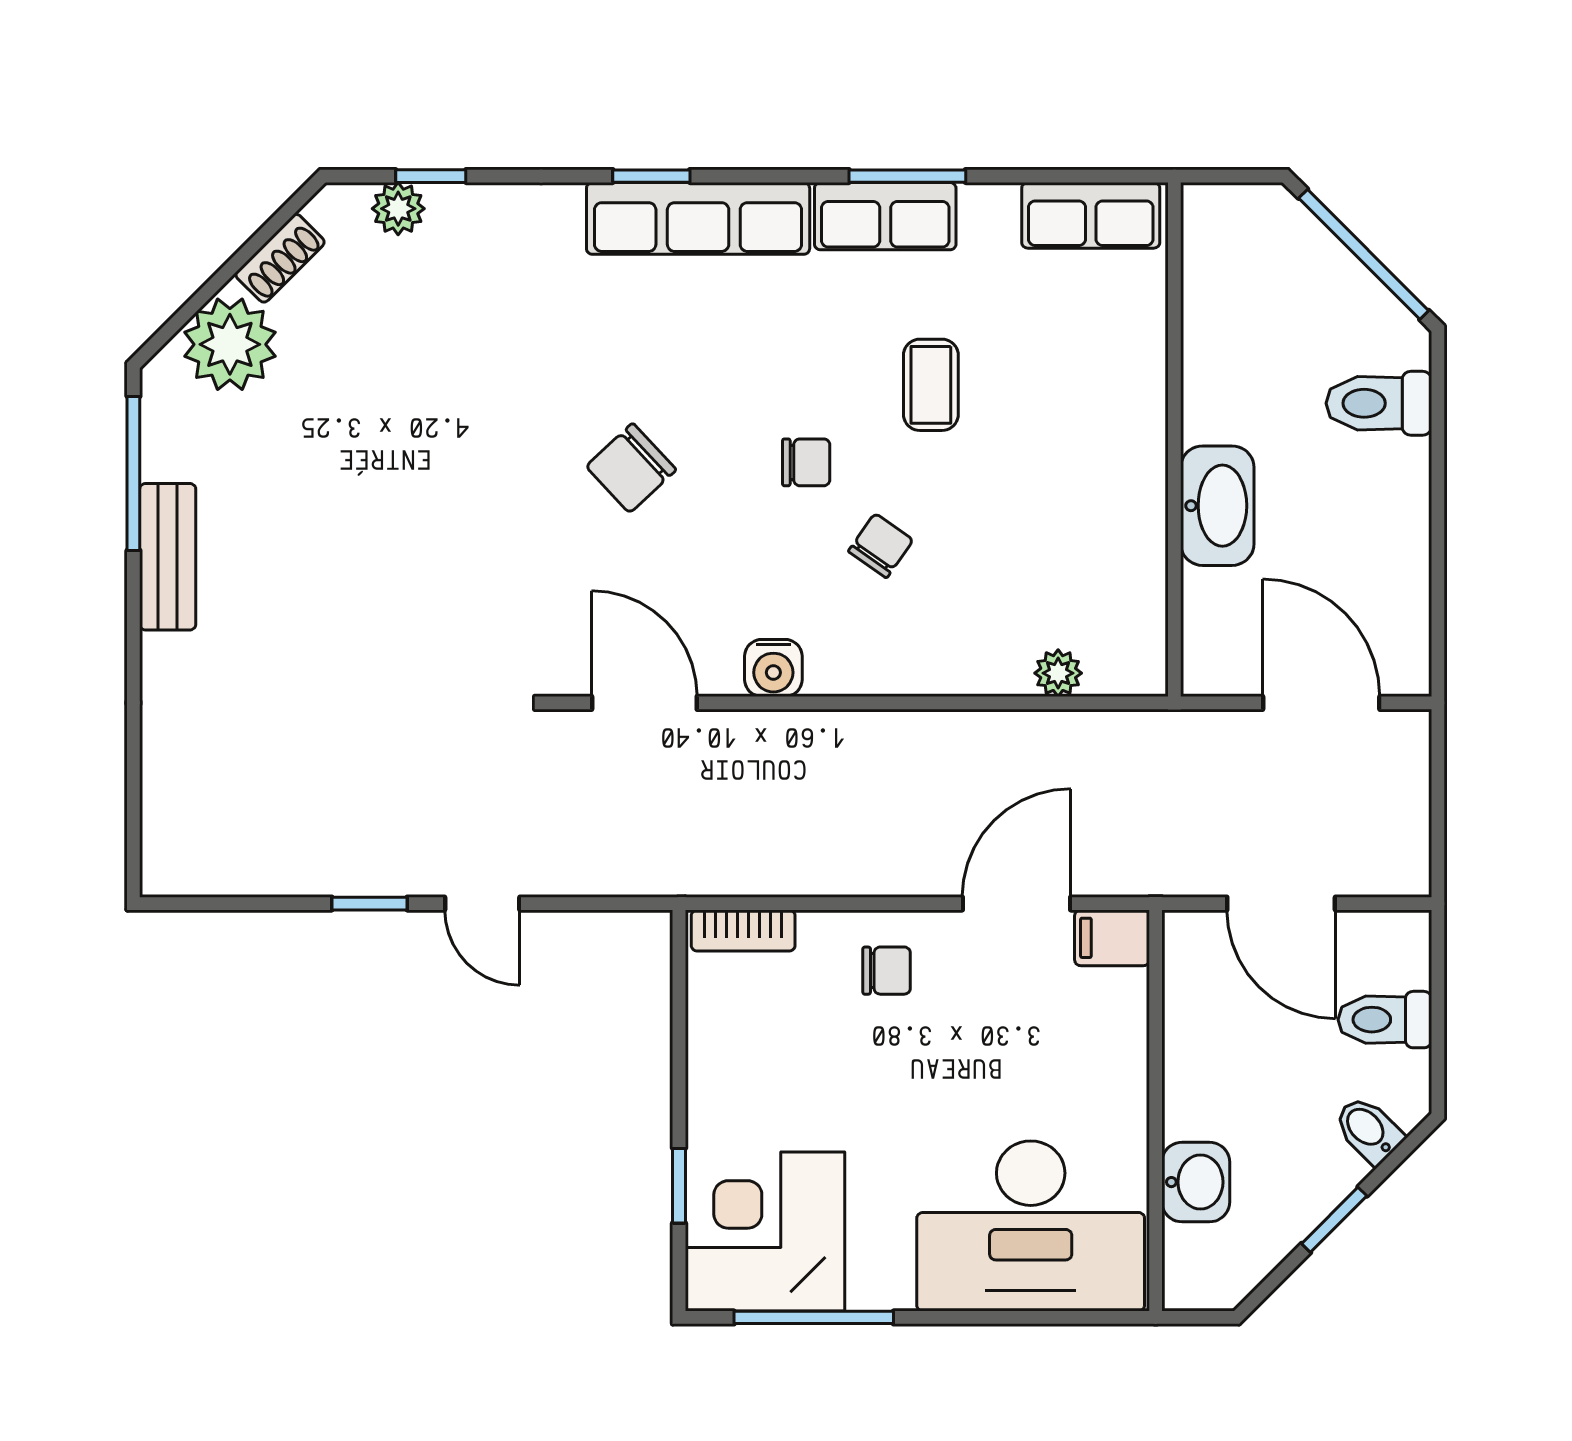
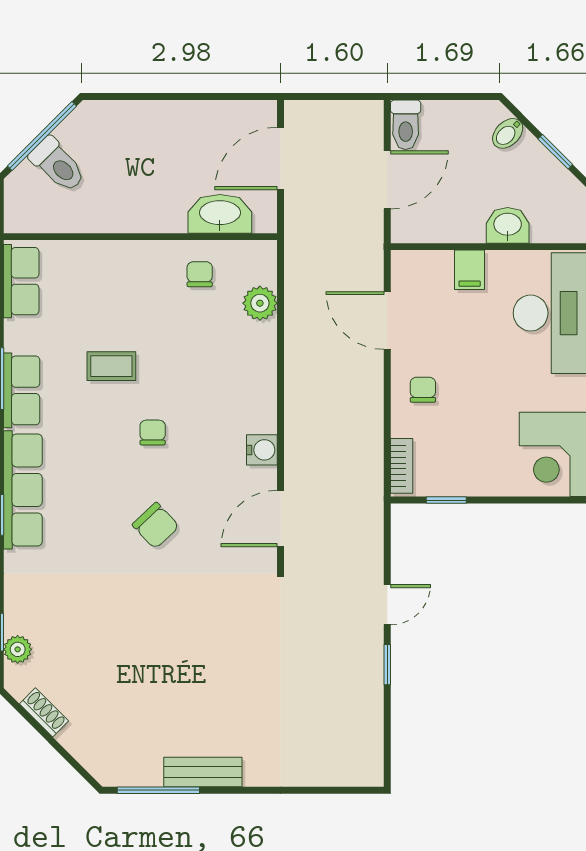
plant: (230, 344) -> (90, 739), removed
toilet: (1379, 403) -> (58, 165), moved, turned -45
washbasin: (1217, 506) -> (220, 214), moved
chair: (881, 546) -> (200, 274), moved, turned 55
plant: (1058, 673) -> (260, 303), width x1.38, depth x1.38
filing cabinet: (1112, 938) -> (470, 270), moved
toilet: (1385, 1020) -> (406, 125), moved
washbasin: (1196, 1182) -> (508, 225), moved
window: (679, 1186) -> (446, 500), moved

